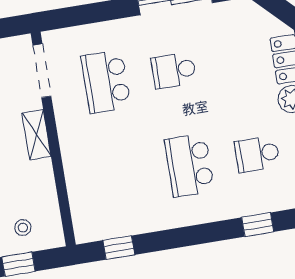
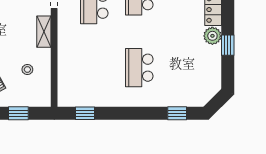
school desk: (257, 154) -> (184, 68), removed
stool: (23, 228) -> (27, 69), moved

